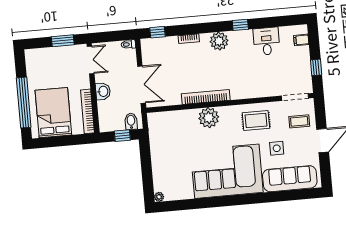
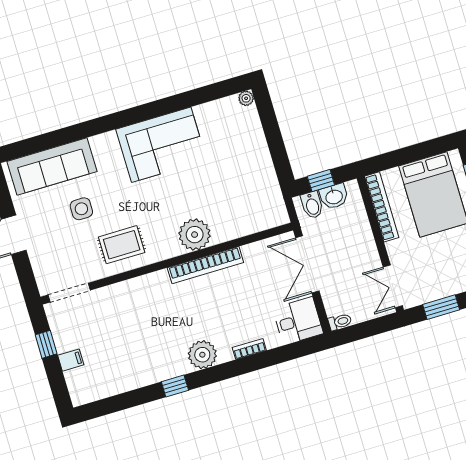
window: (158, 32) -> (299, 349), removed
filing cabinet: (301, 40) -> (71, 360), moved
desk: (267, 41) -> (298, 321), moved, turned -90
washbasin: (103, 91) -> (334, 196), moved, turned -90
coffee table: (299, 121) -> (55, 257), removed
corner sofa: (227, 171) -> (161, 145), width x0.73, depth x0.74

